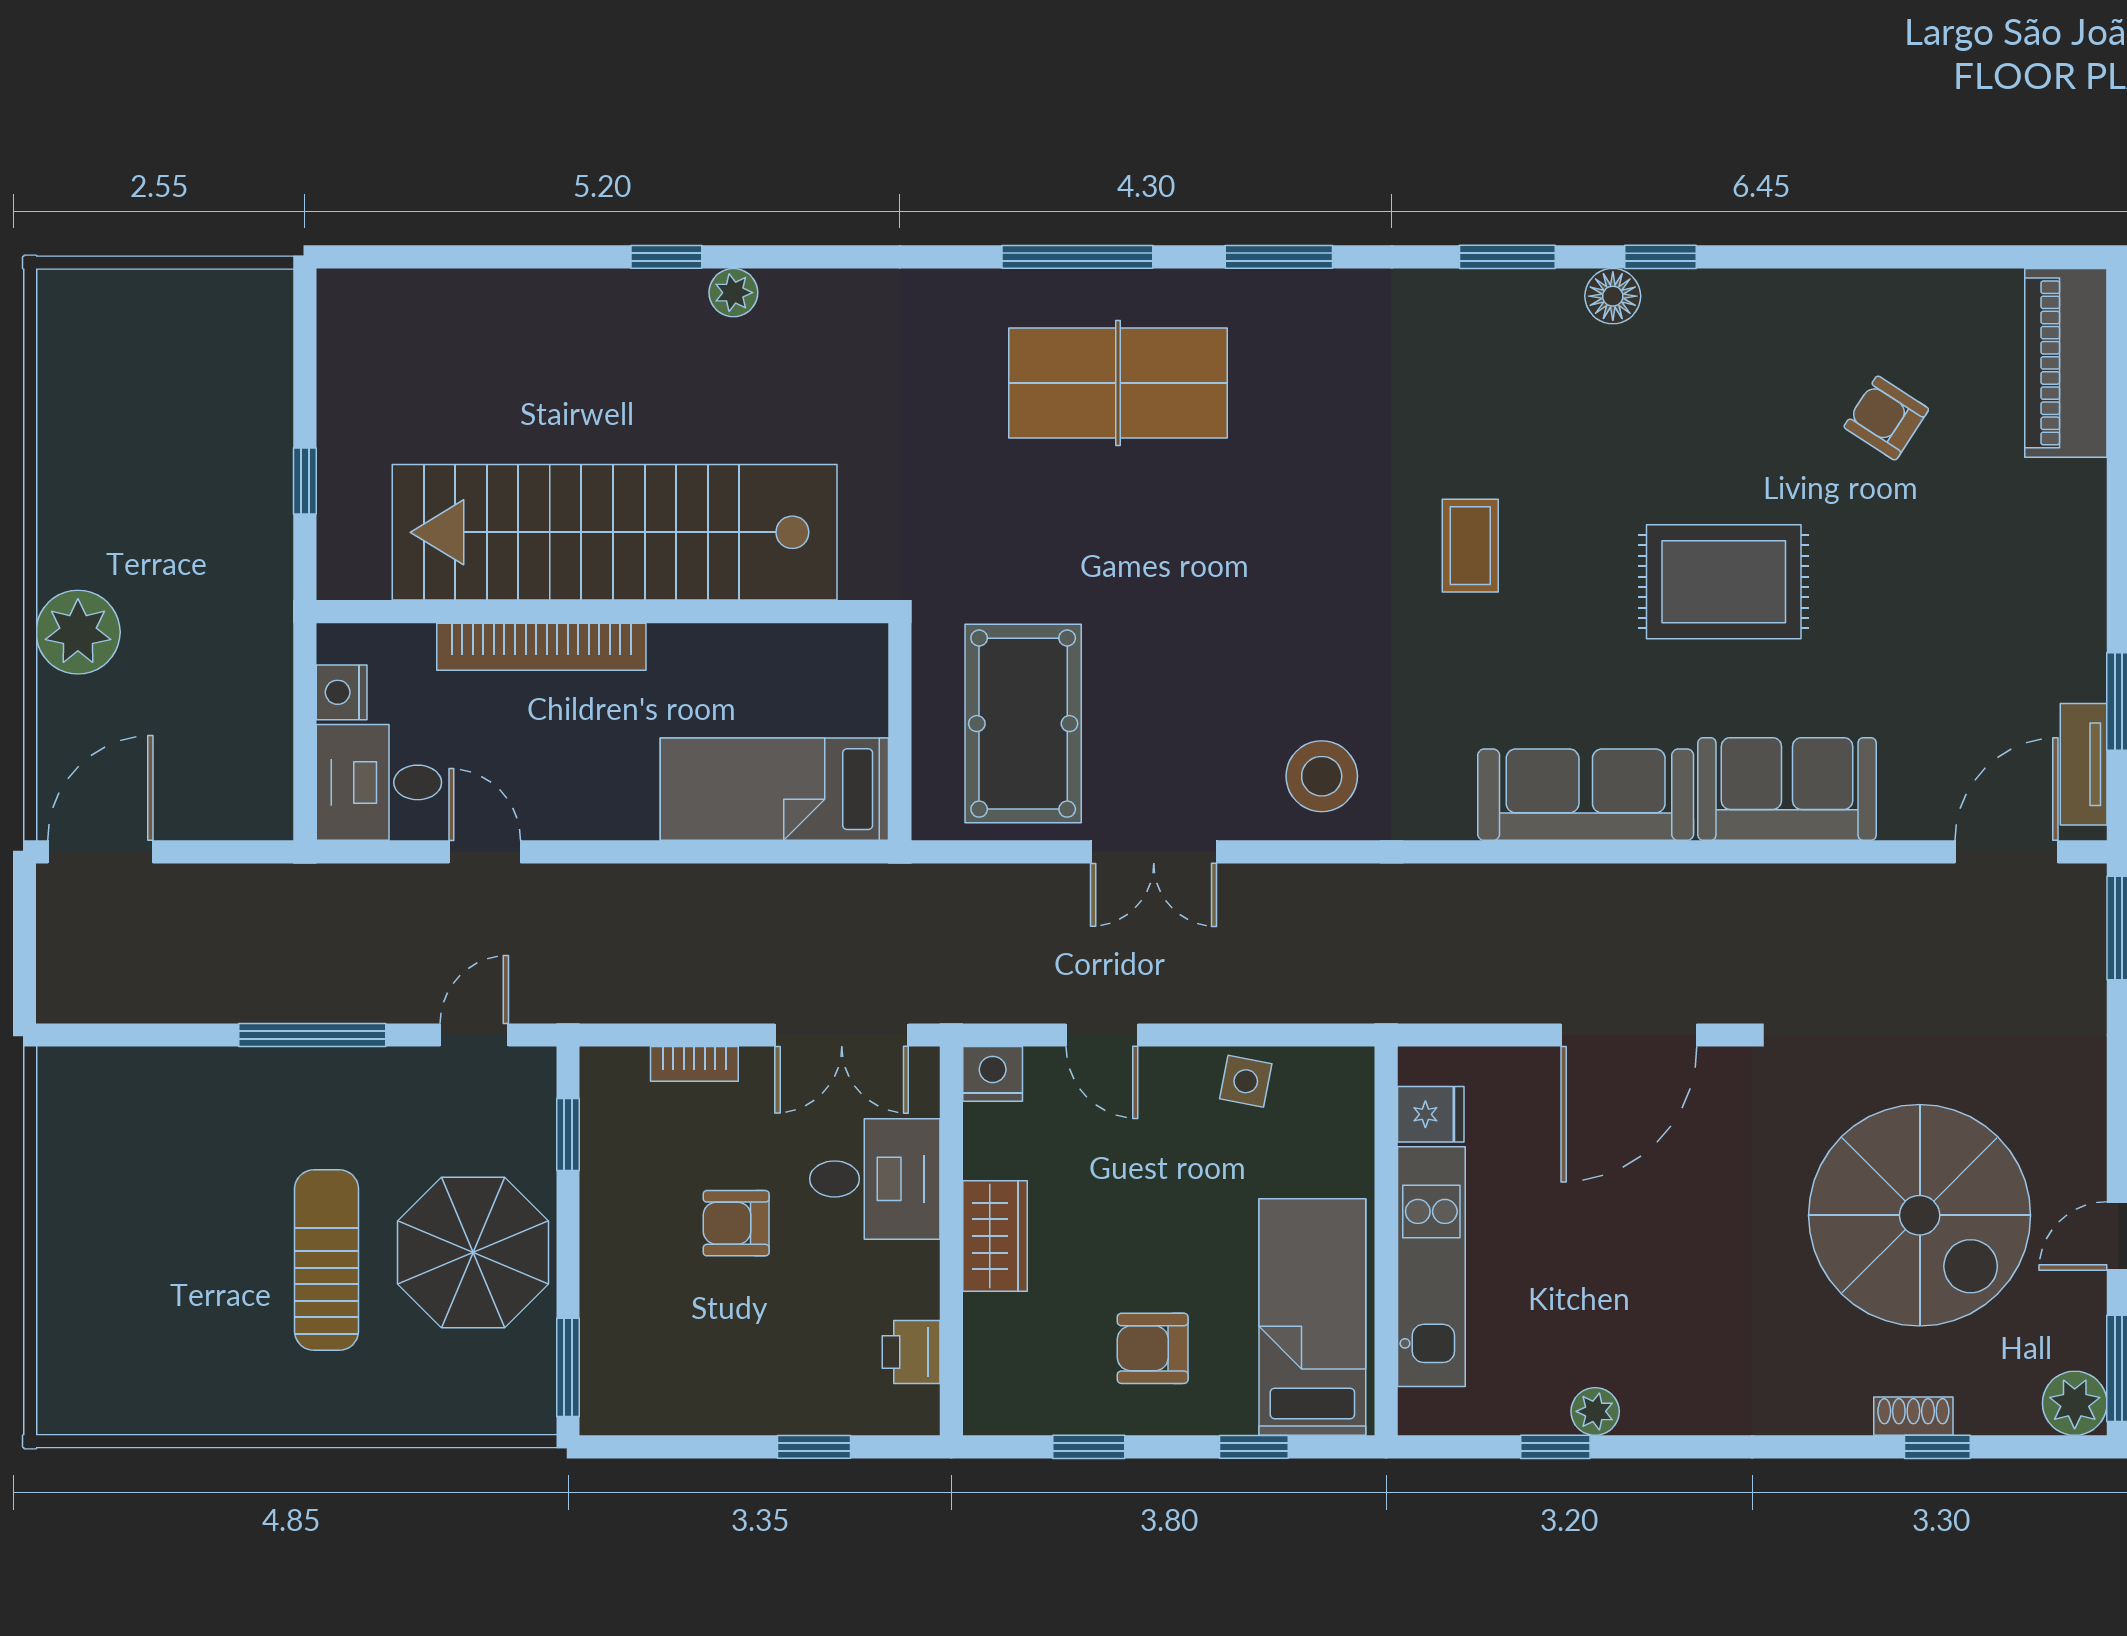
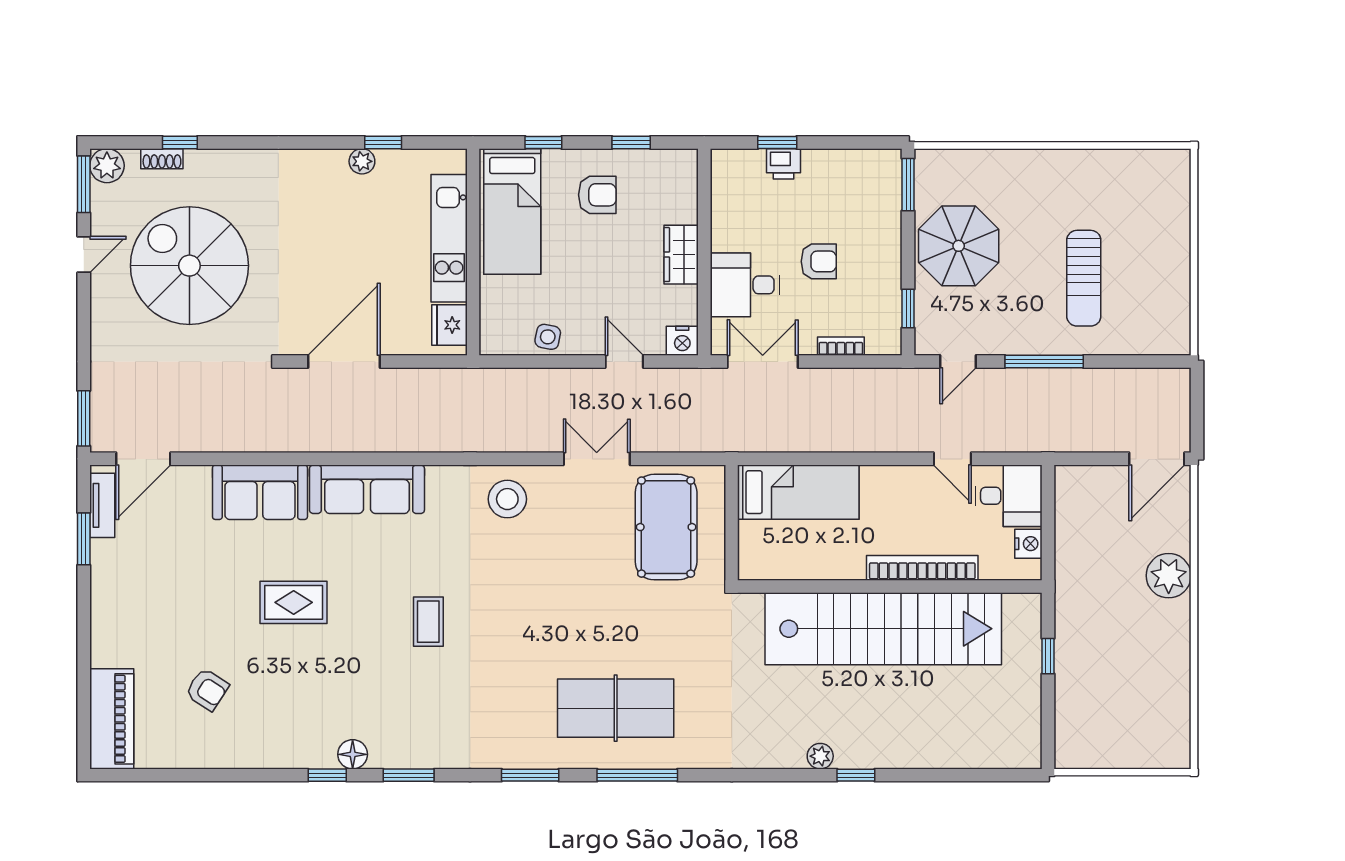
rug: (1724, 582) -> (294, 602), width x0.73, depth x0.70
fridge: (1431, 1114) -> (449, 325), width x1.38
sun lounger: (327, 1260) -> (1084, 278), moved
printer: (911, 1352) -> (784, 164), moved, turned 90
shoe rack: (1913, 1416) -> (162, 159), moved

